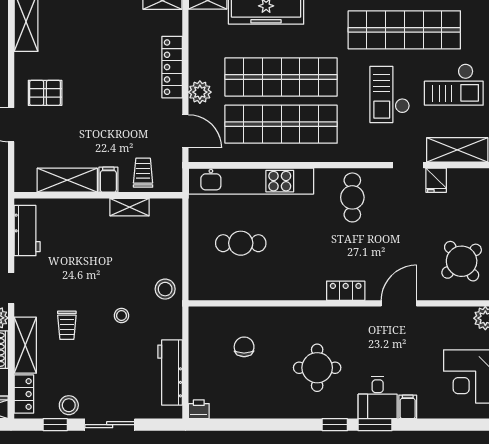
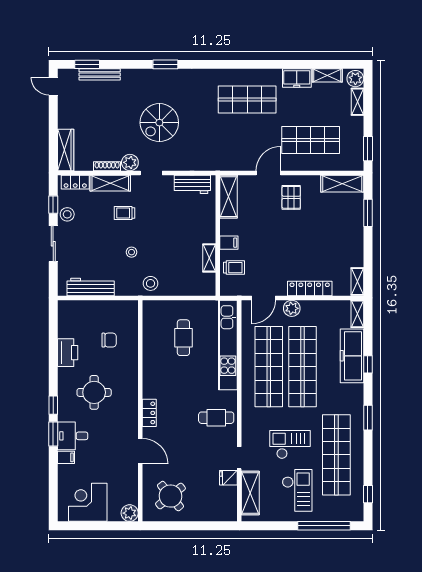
checkout: (454, 85) -> (297, 490), turned 180
shelving: (67, 180) -> (229, 197), moved
printer: (199, 409) -> (68, 353), moved, width x1.87, depth x1.48

